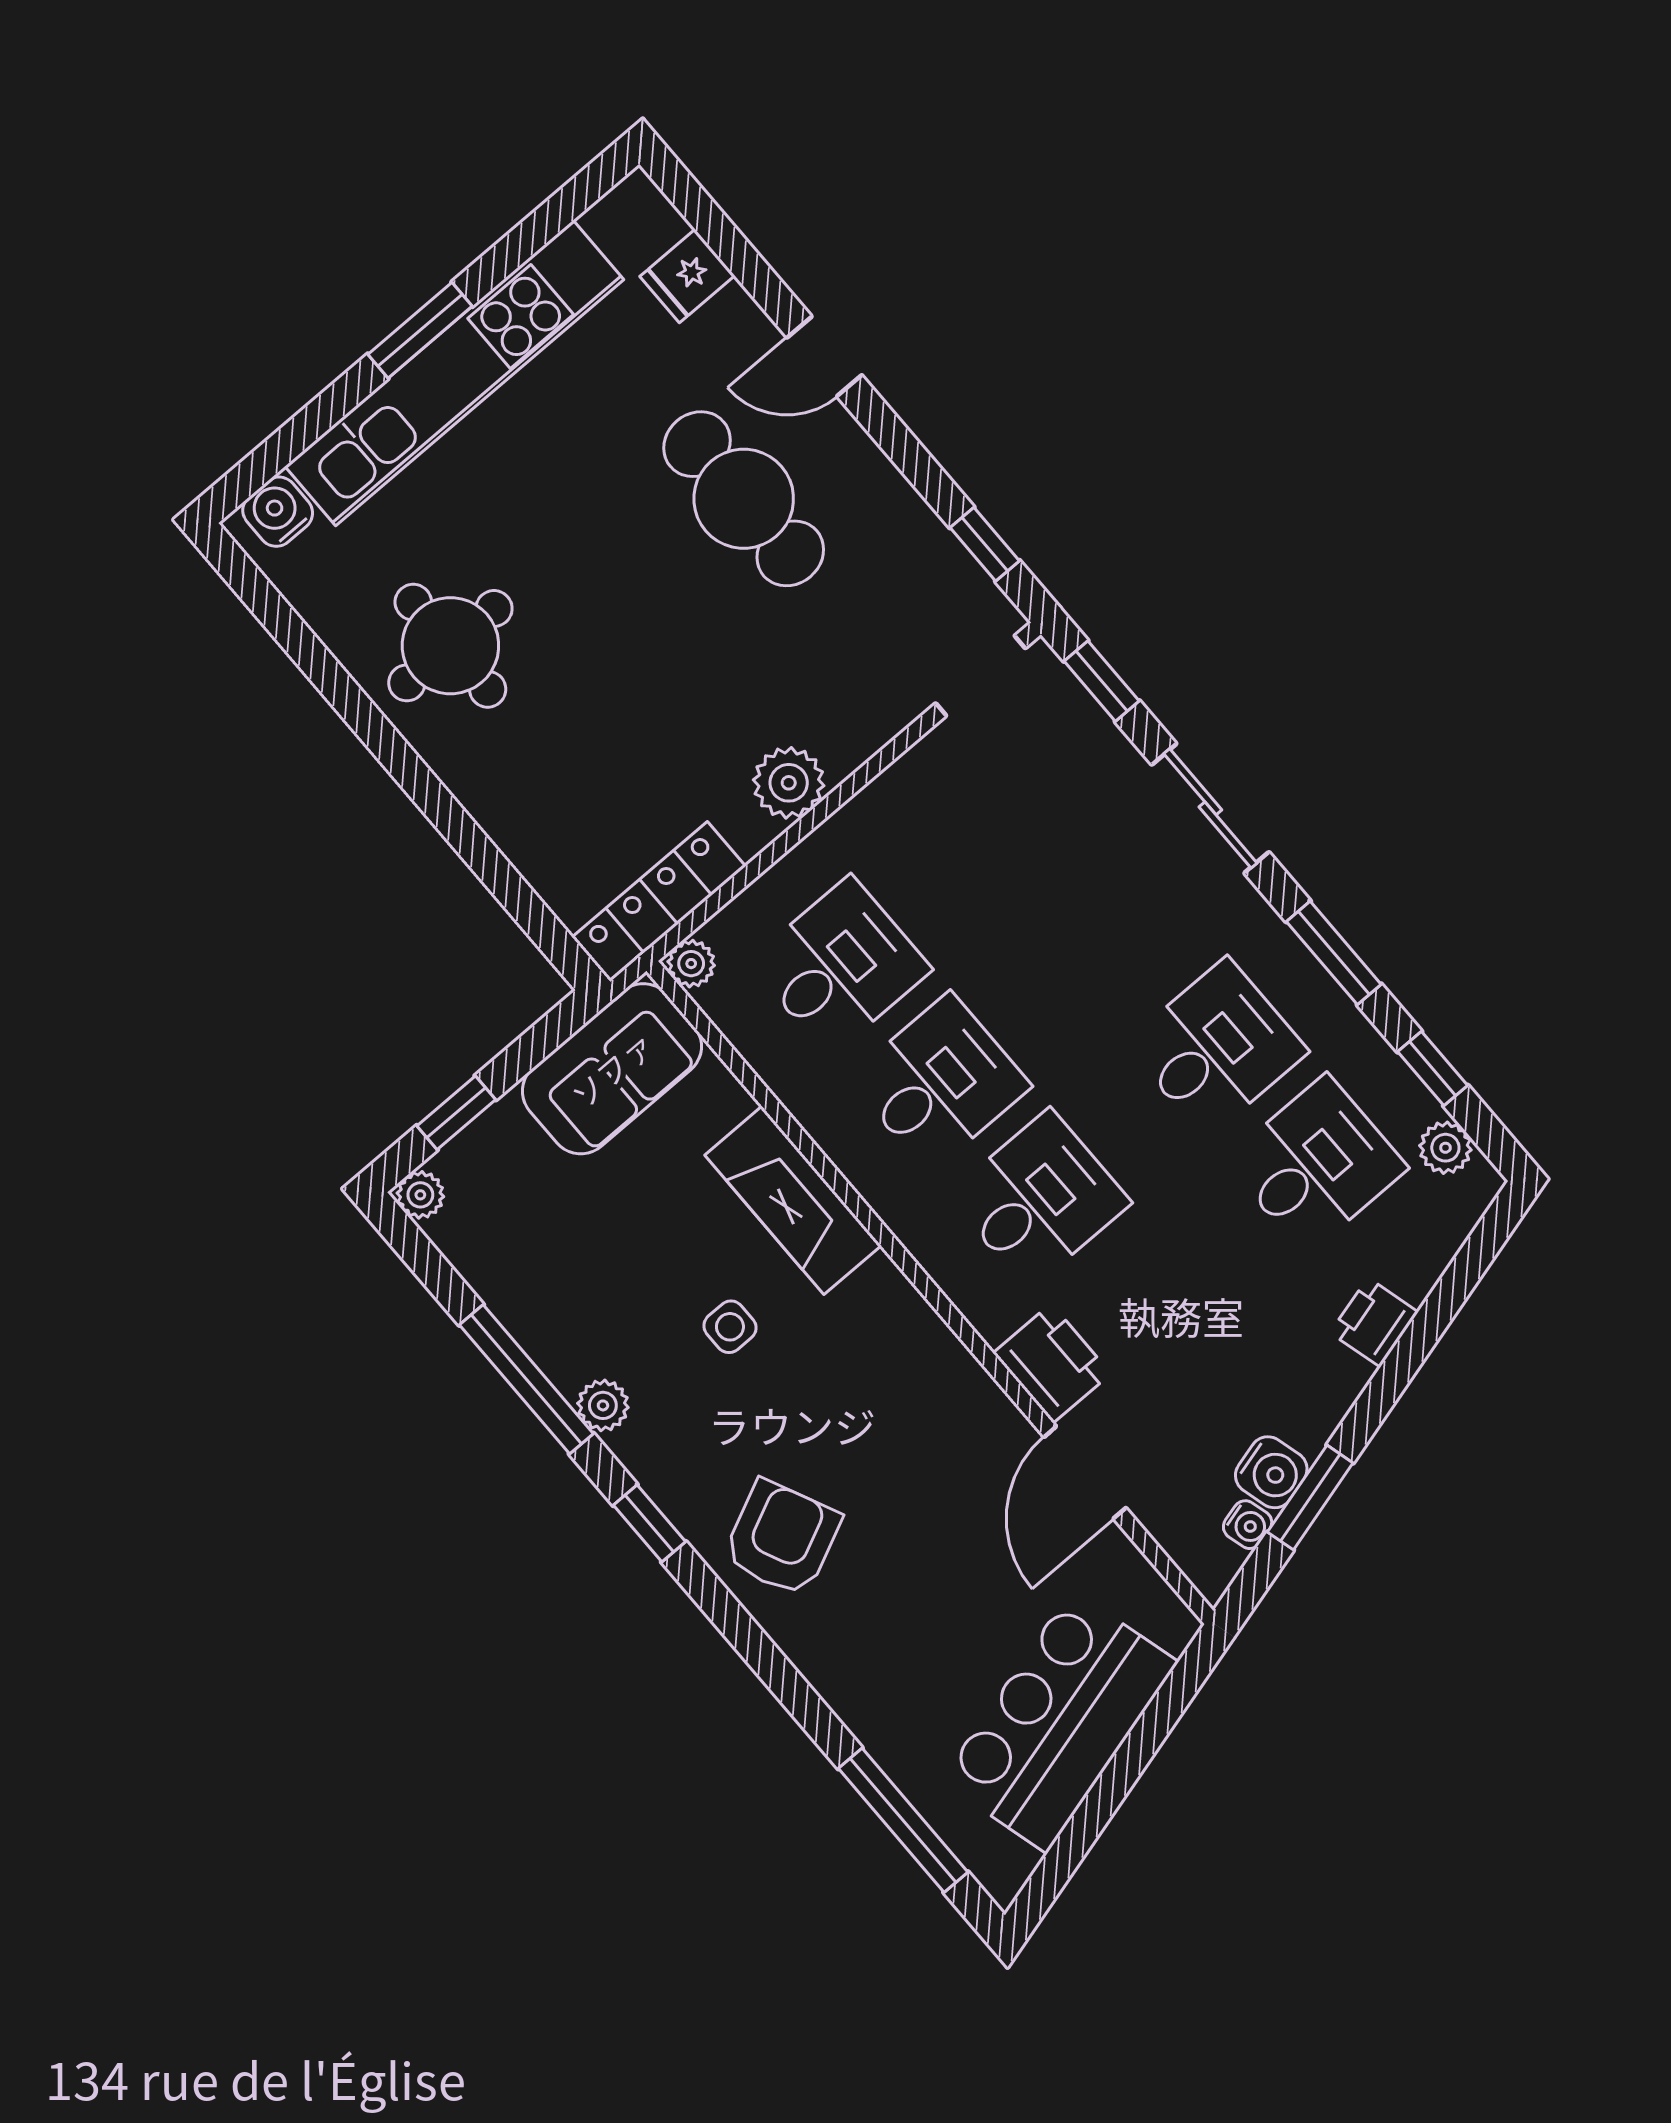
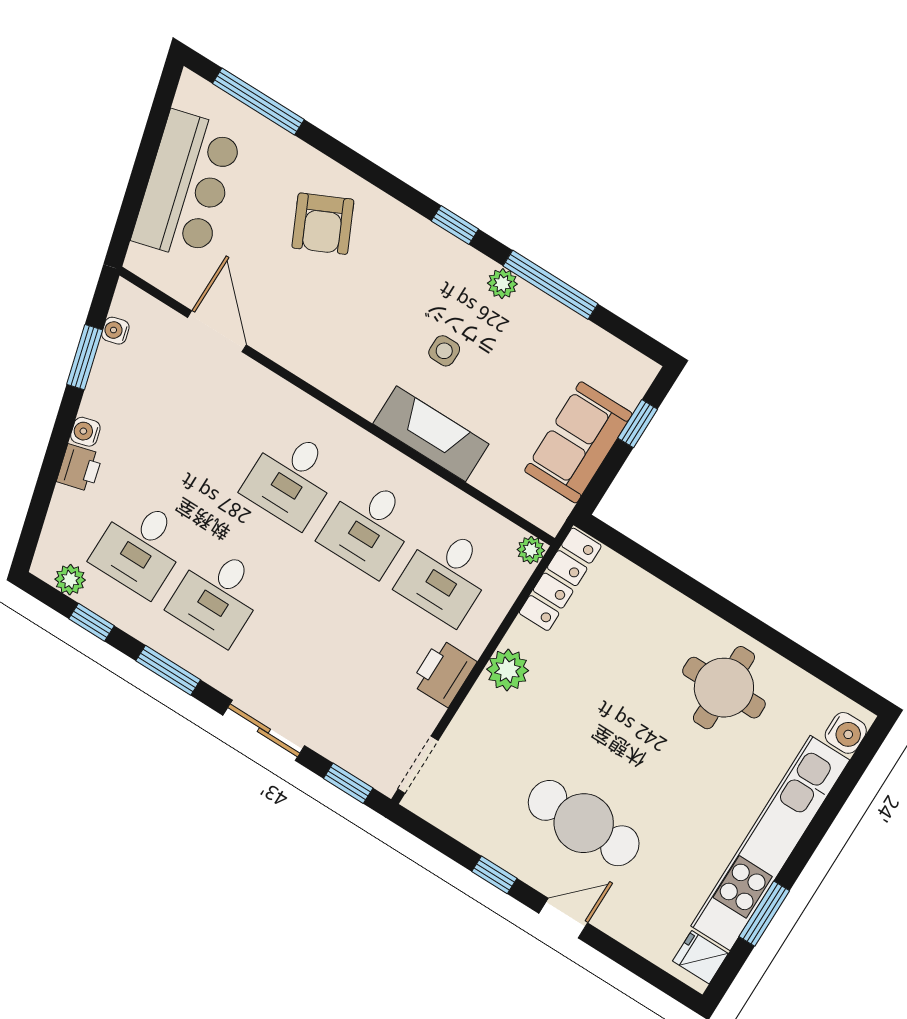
fridge: (687, 276) -> (700, 957), moved, turned -90
window: (420, 330) -> (764, 914), moved
window: (985, 544) -> (494, 875), moved
sofa: (612, 1069) -> (578, 442), moved
plant: (420, 1195) -> (643, 371), removed
printer: (1052, 1363) -> (443, 673), moved, turned 90
water cooler: (1271, 1472) -> (85, 432), moved, width x0.72, depth x0.72
armchair: (782, 1538) -> (323, 224), moved

